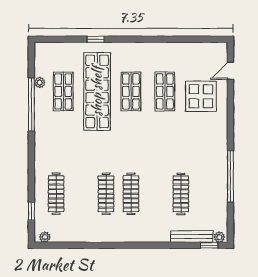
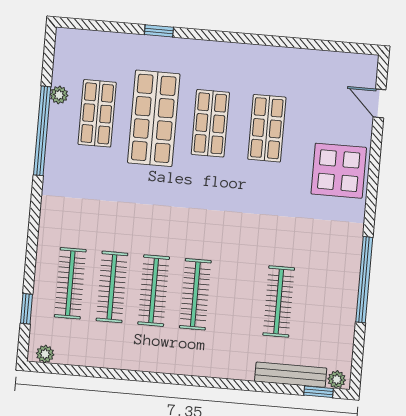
door: (230, 71) -> (380, 103), hinge flipped
shop shelf: (97, 91) -> (154, 118), width x0.71
display table: (201, 96) -> (339, 171), moved
clothes rail: (81, 194) -> (112, 287), added

